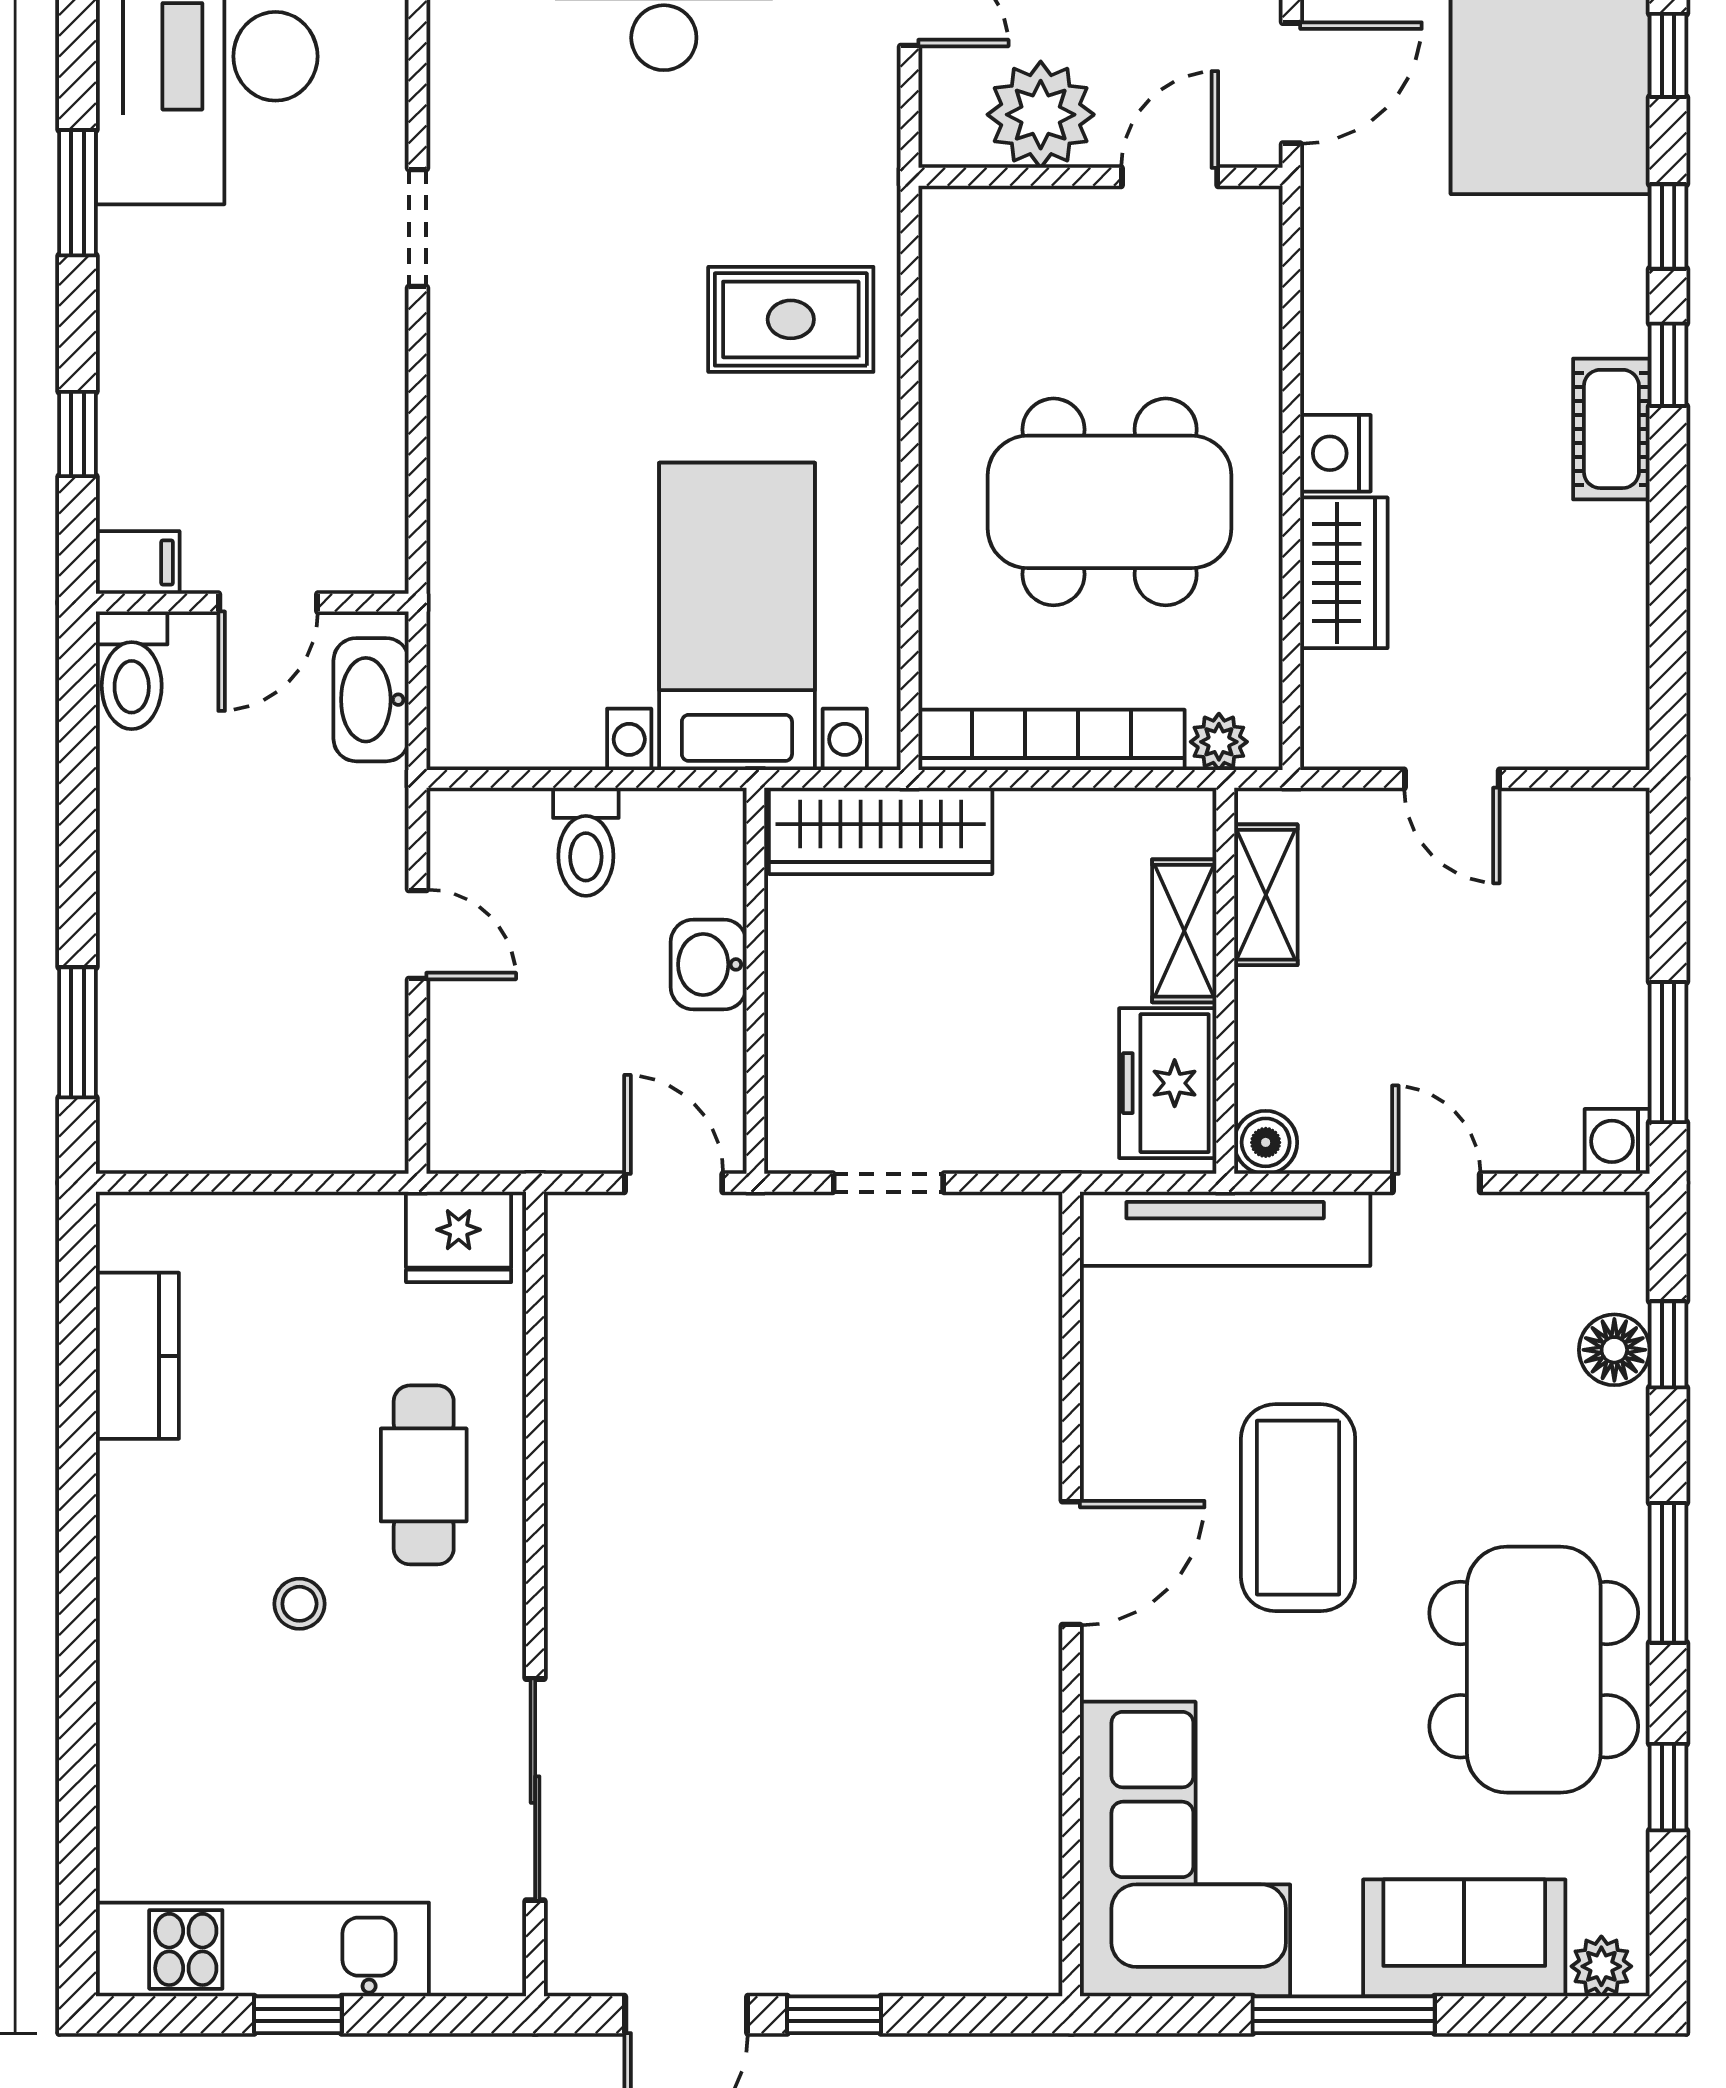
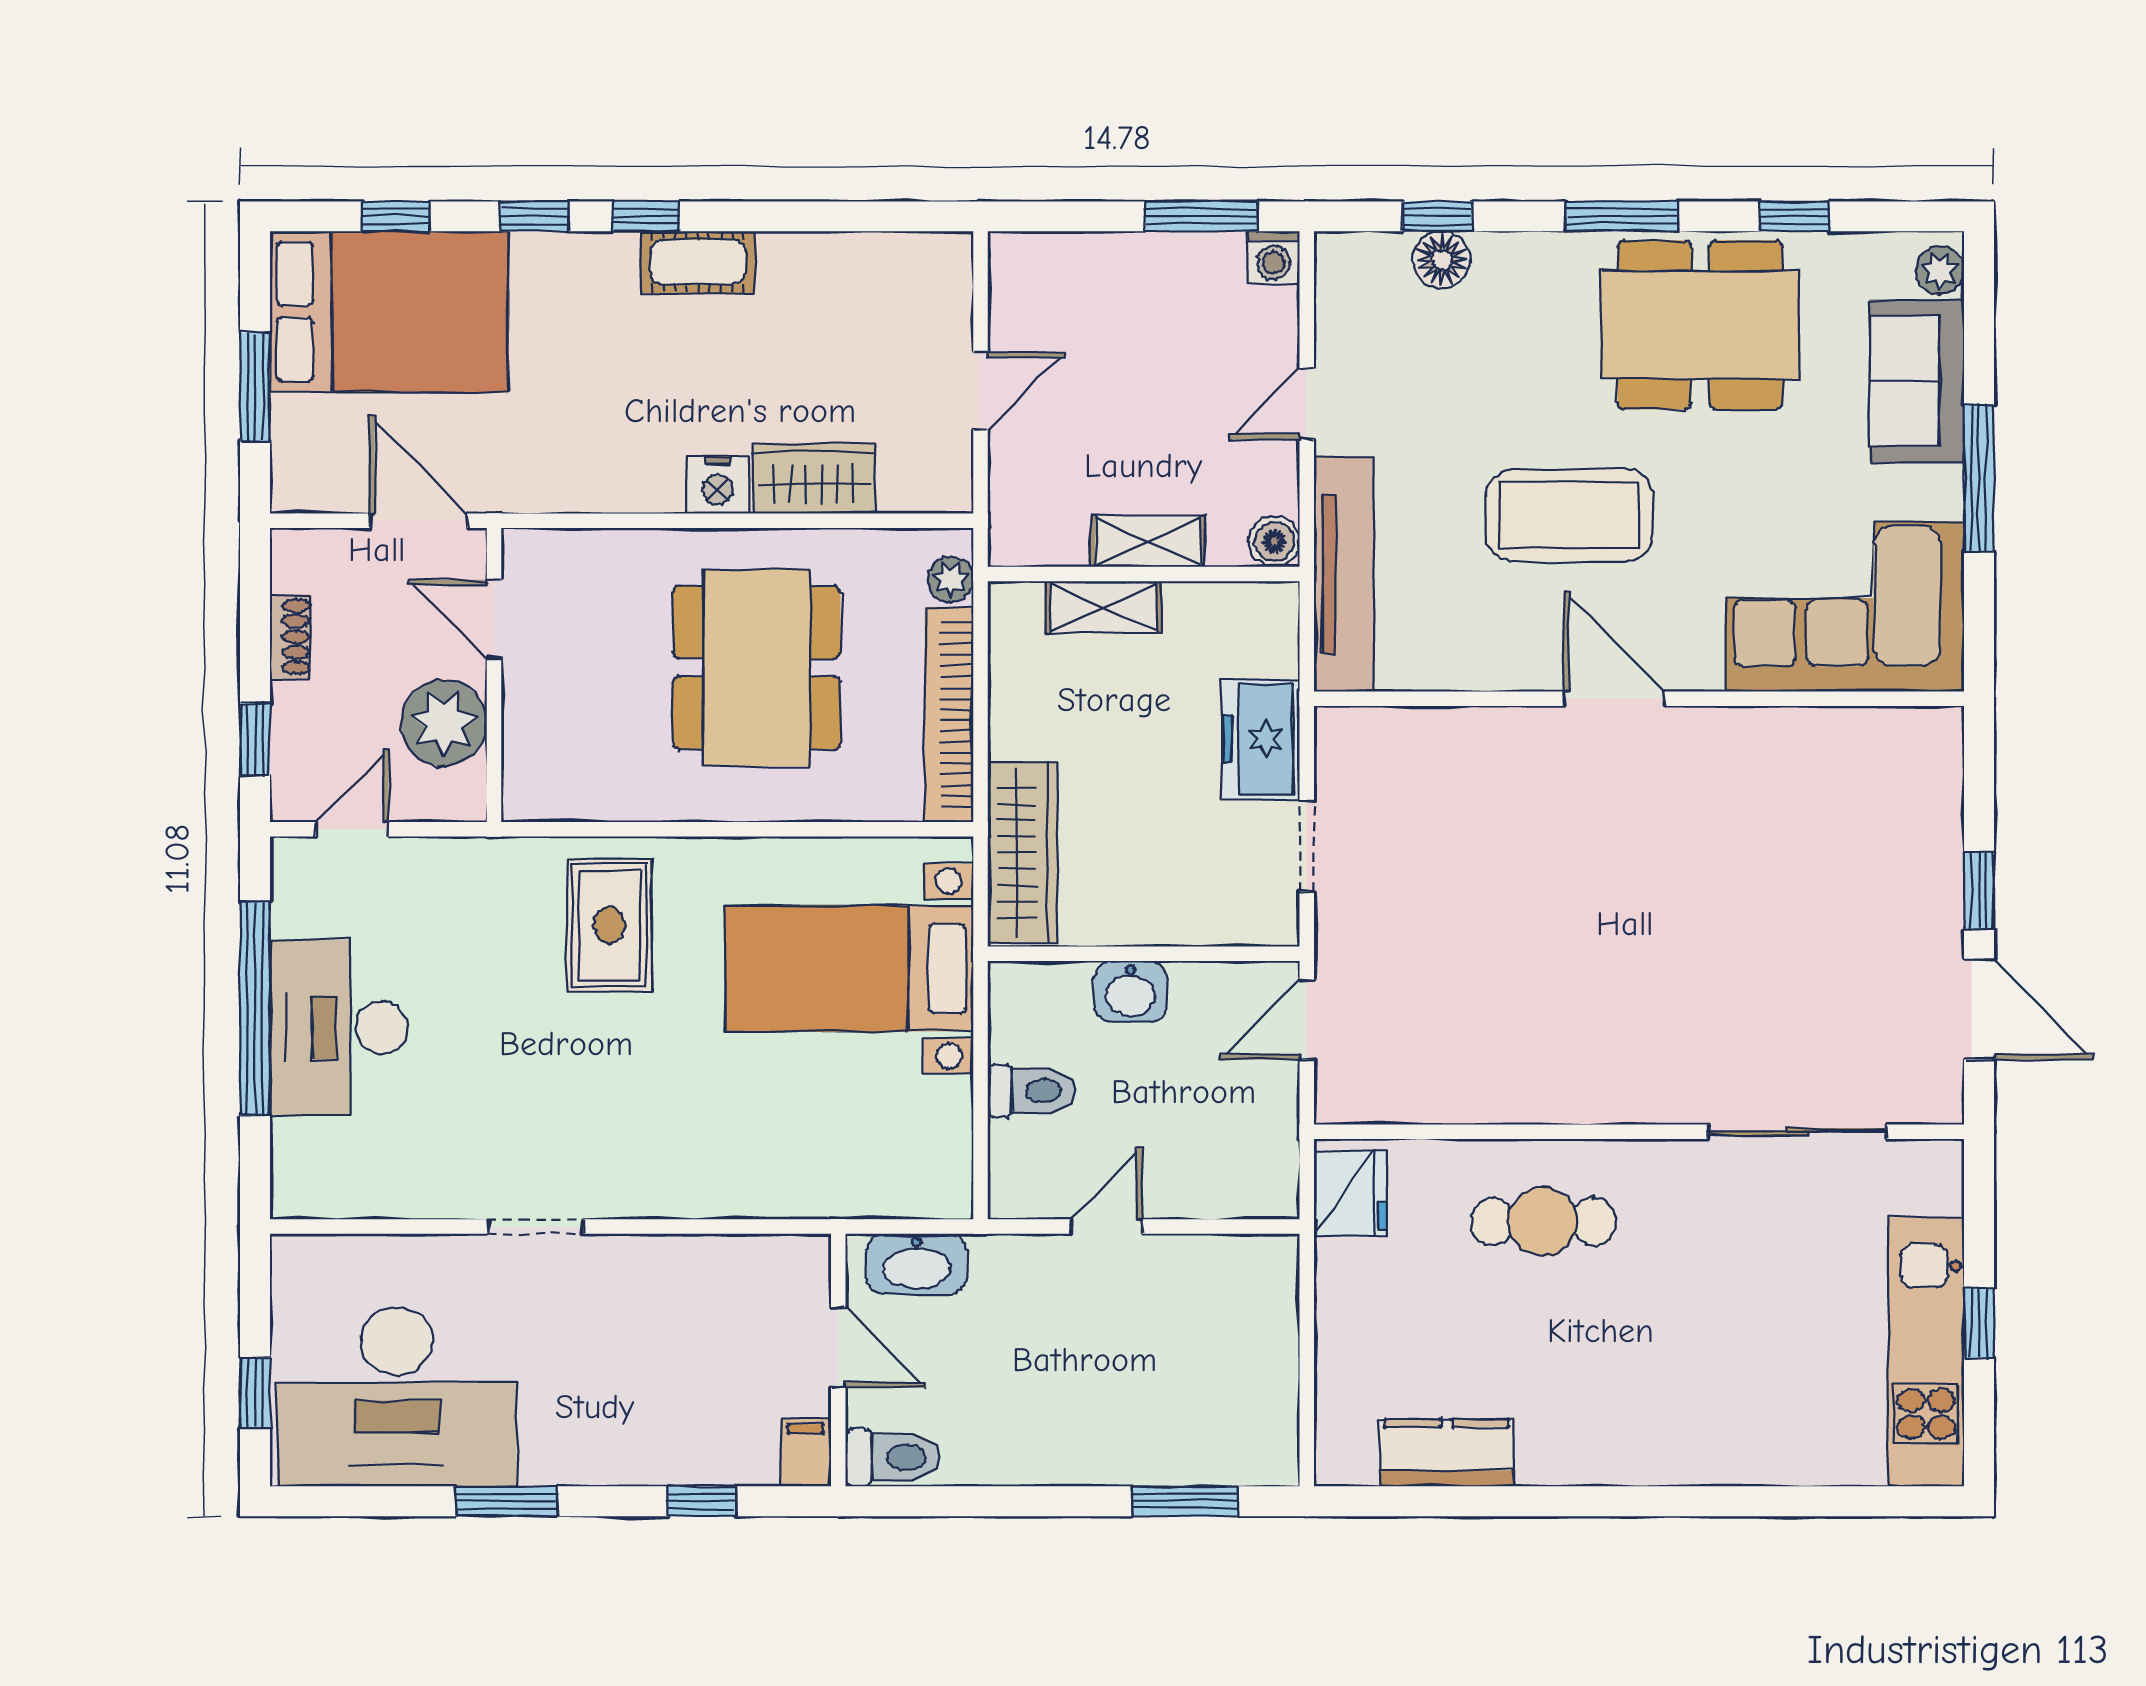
shelving: (1266, 895) -> (1148, 541), moved
freezer: (1168, 1083) -> (1260, 739), moved, turned 90
stool: (299, 1604) -> (1647, 1322), removed

